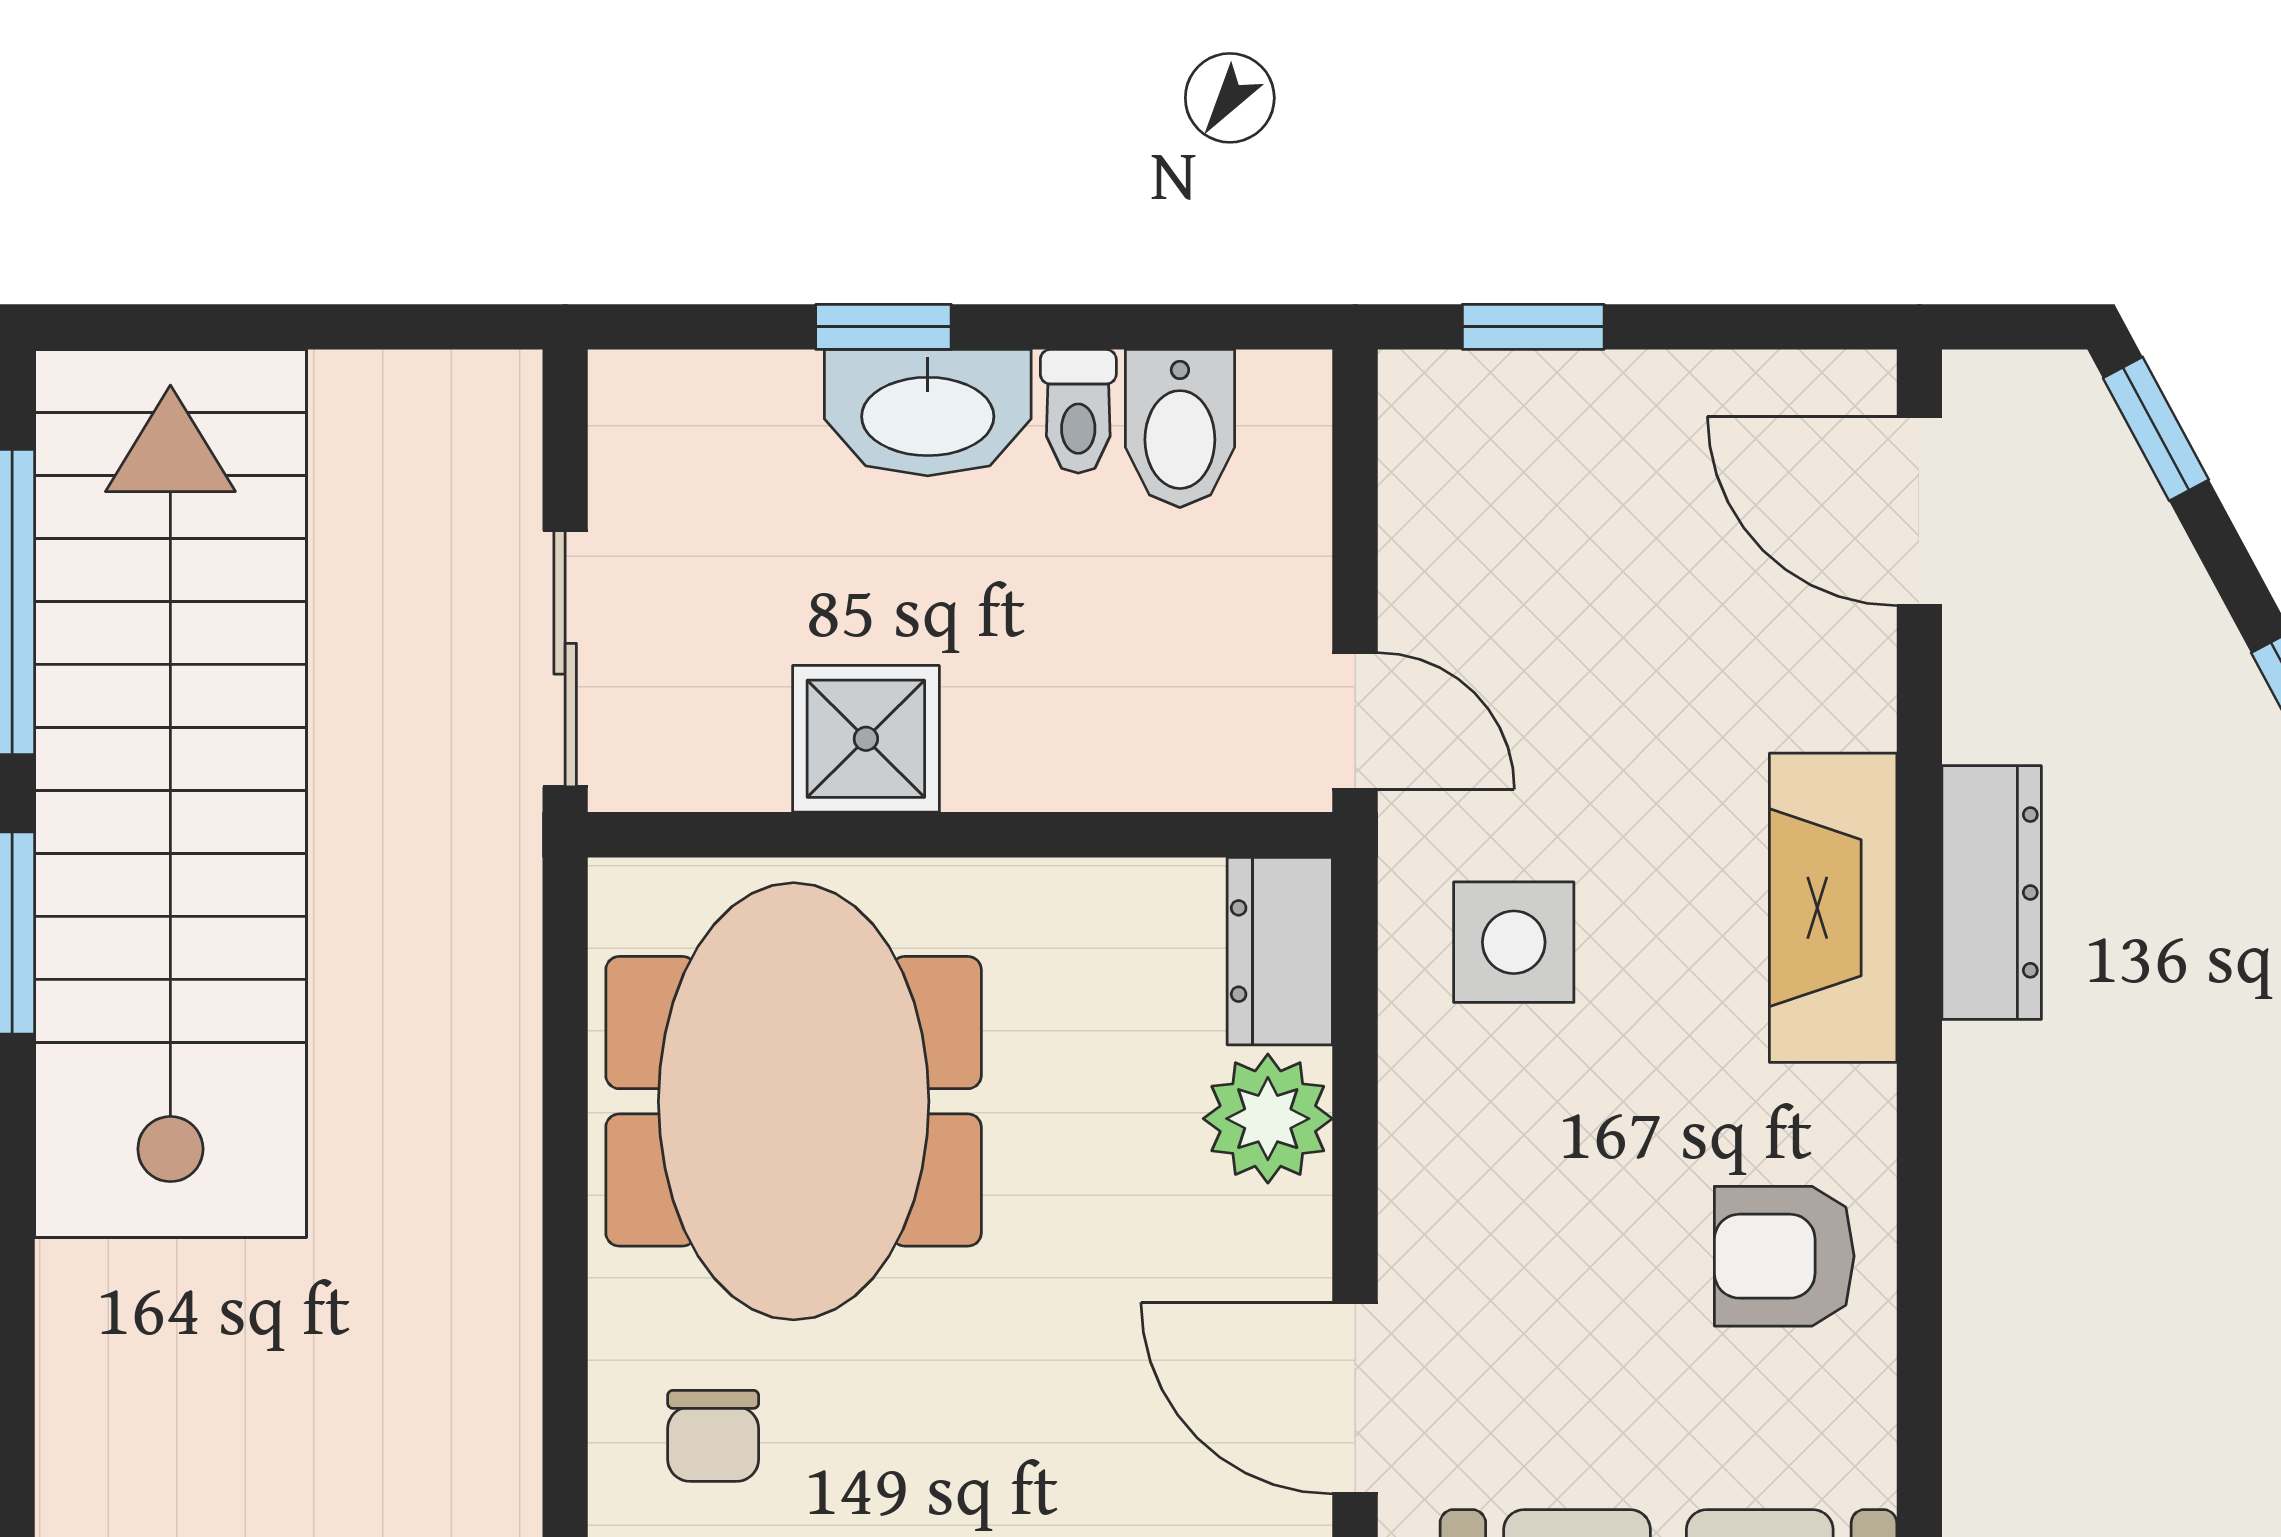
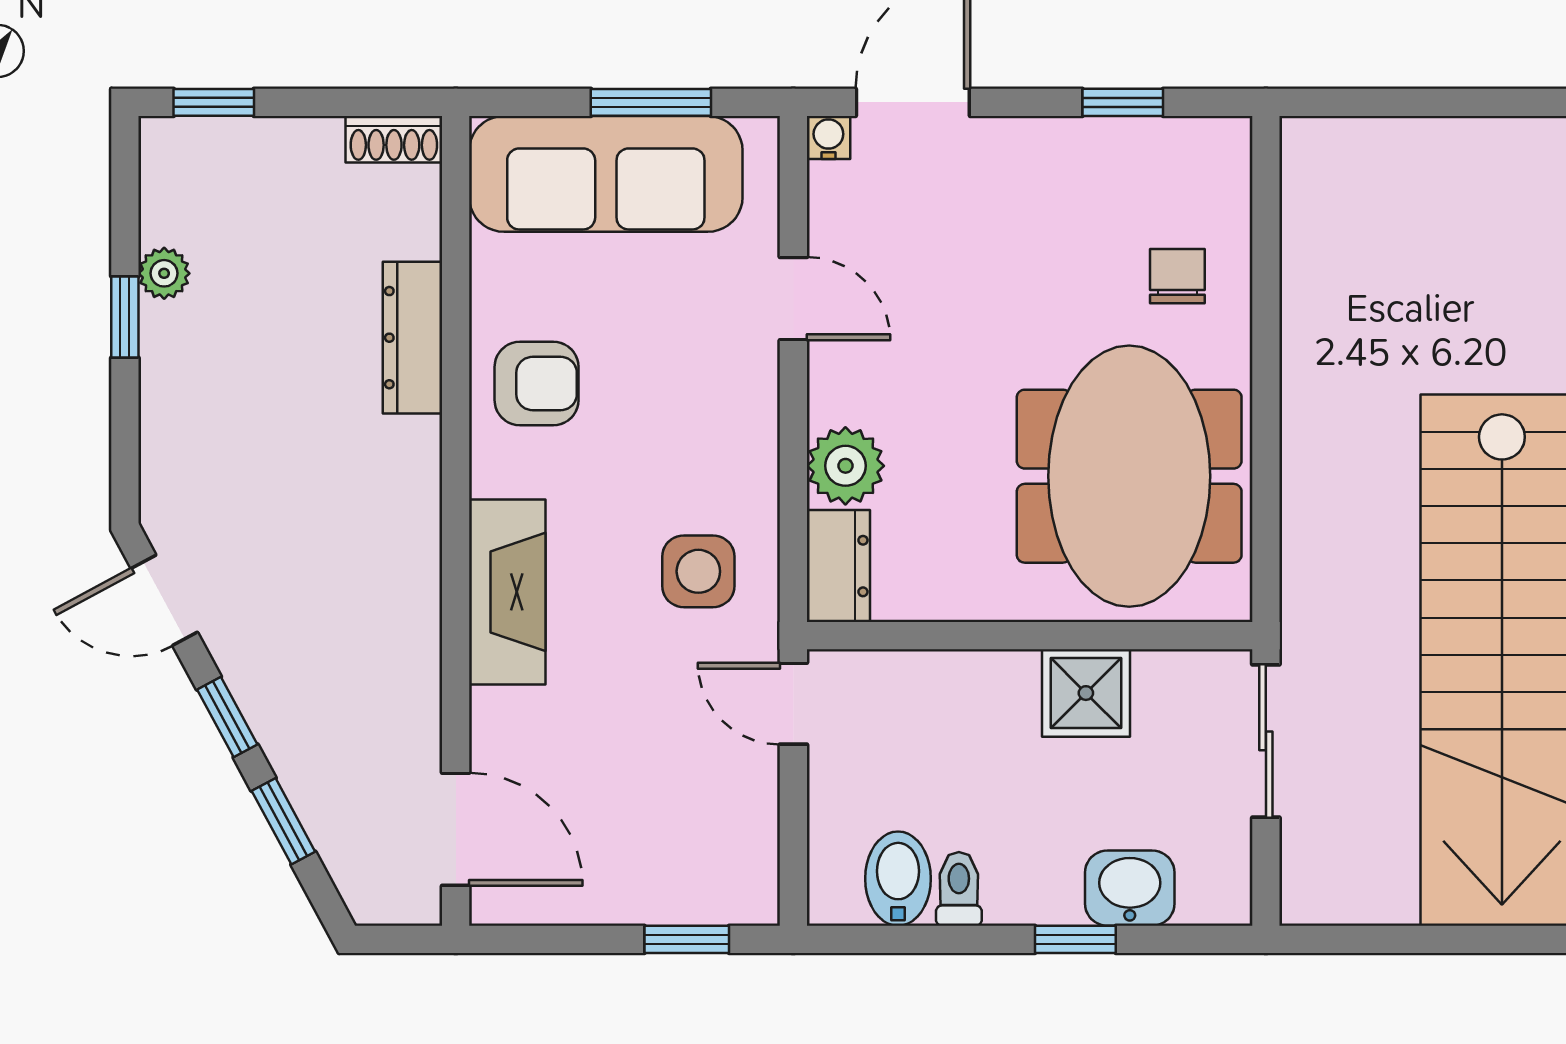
washbasin: (928, 413) -> (1130, 888), moved, width x0.72
window: (2156, 429) -> (283, 821), moved
dresser: (1992, 892) -> (412, 338), moved
door: (1355, 1398) -> (793, 299), width x0.73

